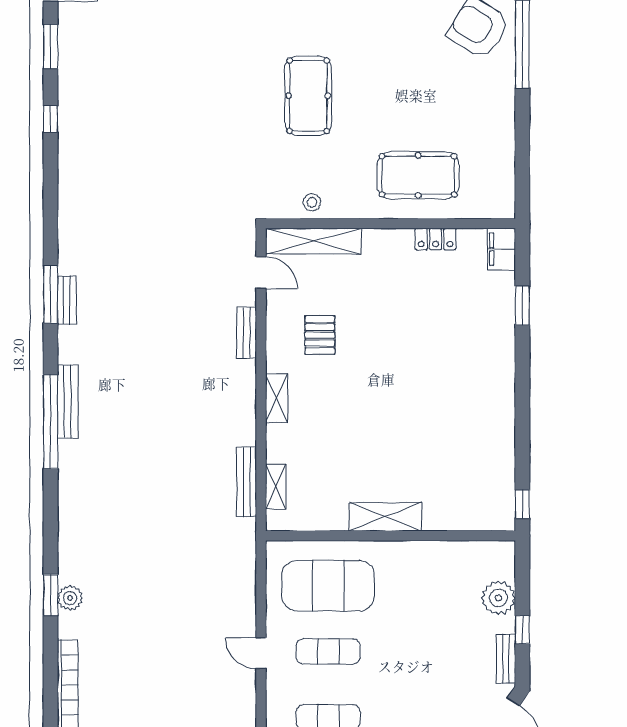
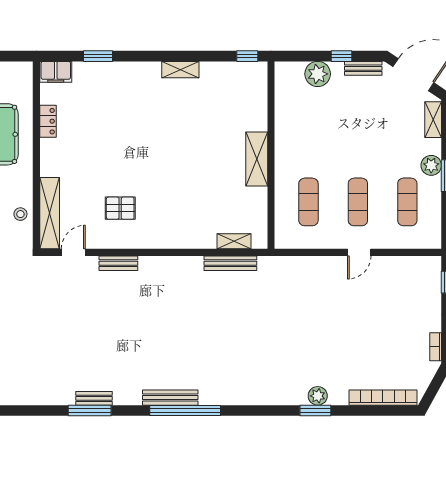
shelving: (277, 398) -> (180, 70), moved
exercise mat: (328, 586) -> (308, 202), width x0.50, depth x0.69

